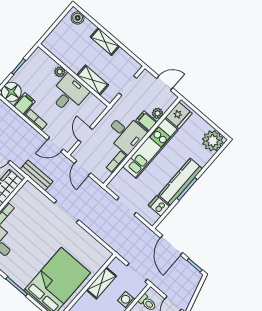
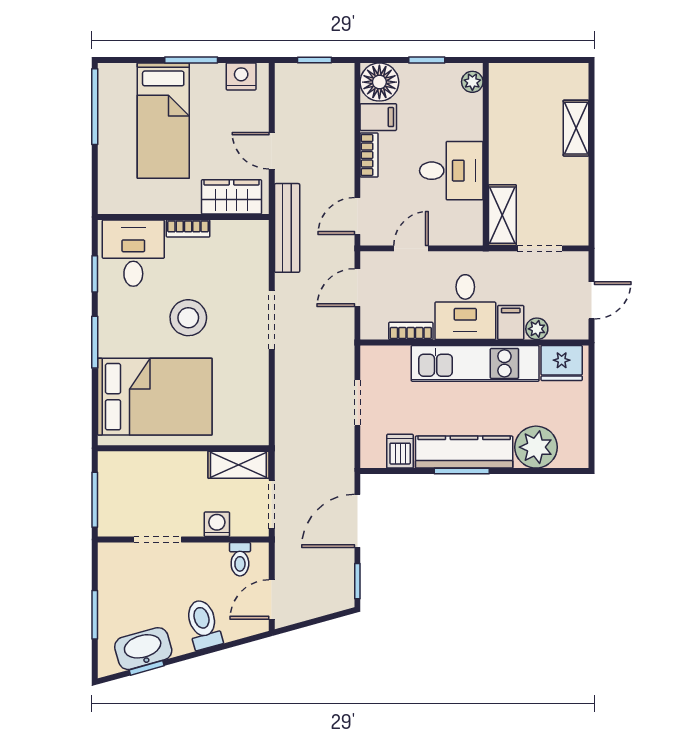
boiler: (78, 18) -> (576, 85), removed
shelving: (105, 42) -> (576, 128), moved
plant: (60, 72) -> (472, 82), moved
shelving: (93, 80) -> (502, 215), moved
door: (165, 83) -> (591, 300), hinge flipped
plant: (213, 141) -> (536, 447), moved
door: (55, 145) -> (357, 216), hinge flipped
bench: (37, 175) -> (287, 228), width x1.36
stool: (38, 243) -> (188, 318), added
shelving: (101, 283) -> (238, 465), moved

